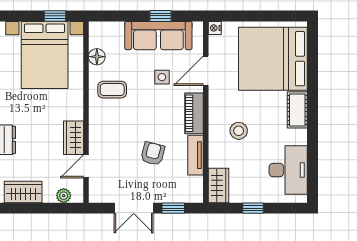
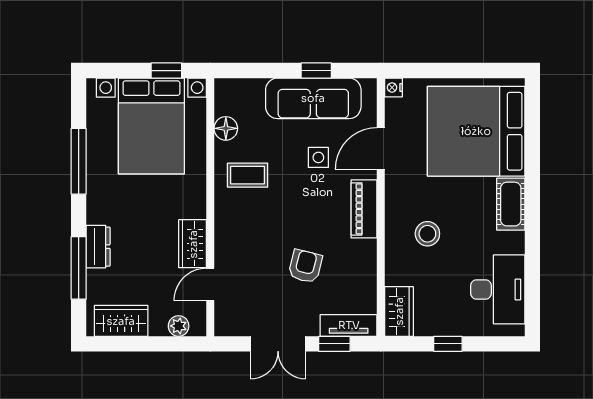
tv unit: (196, 155) -> (349, 325), moved, turned 90

